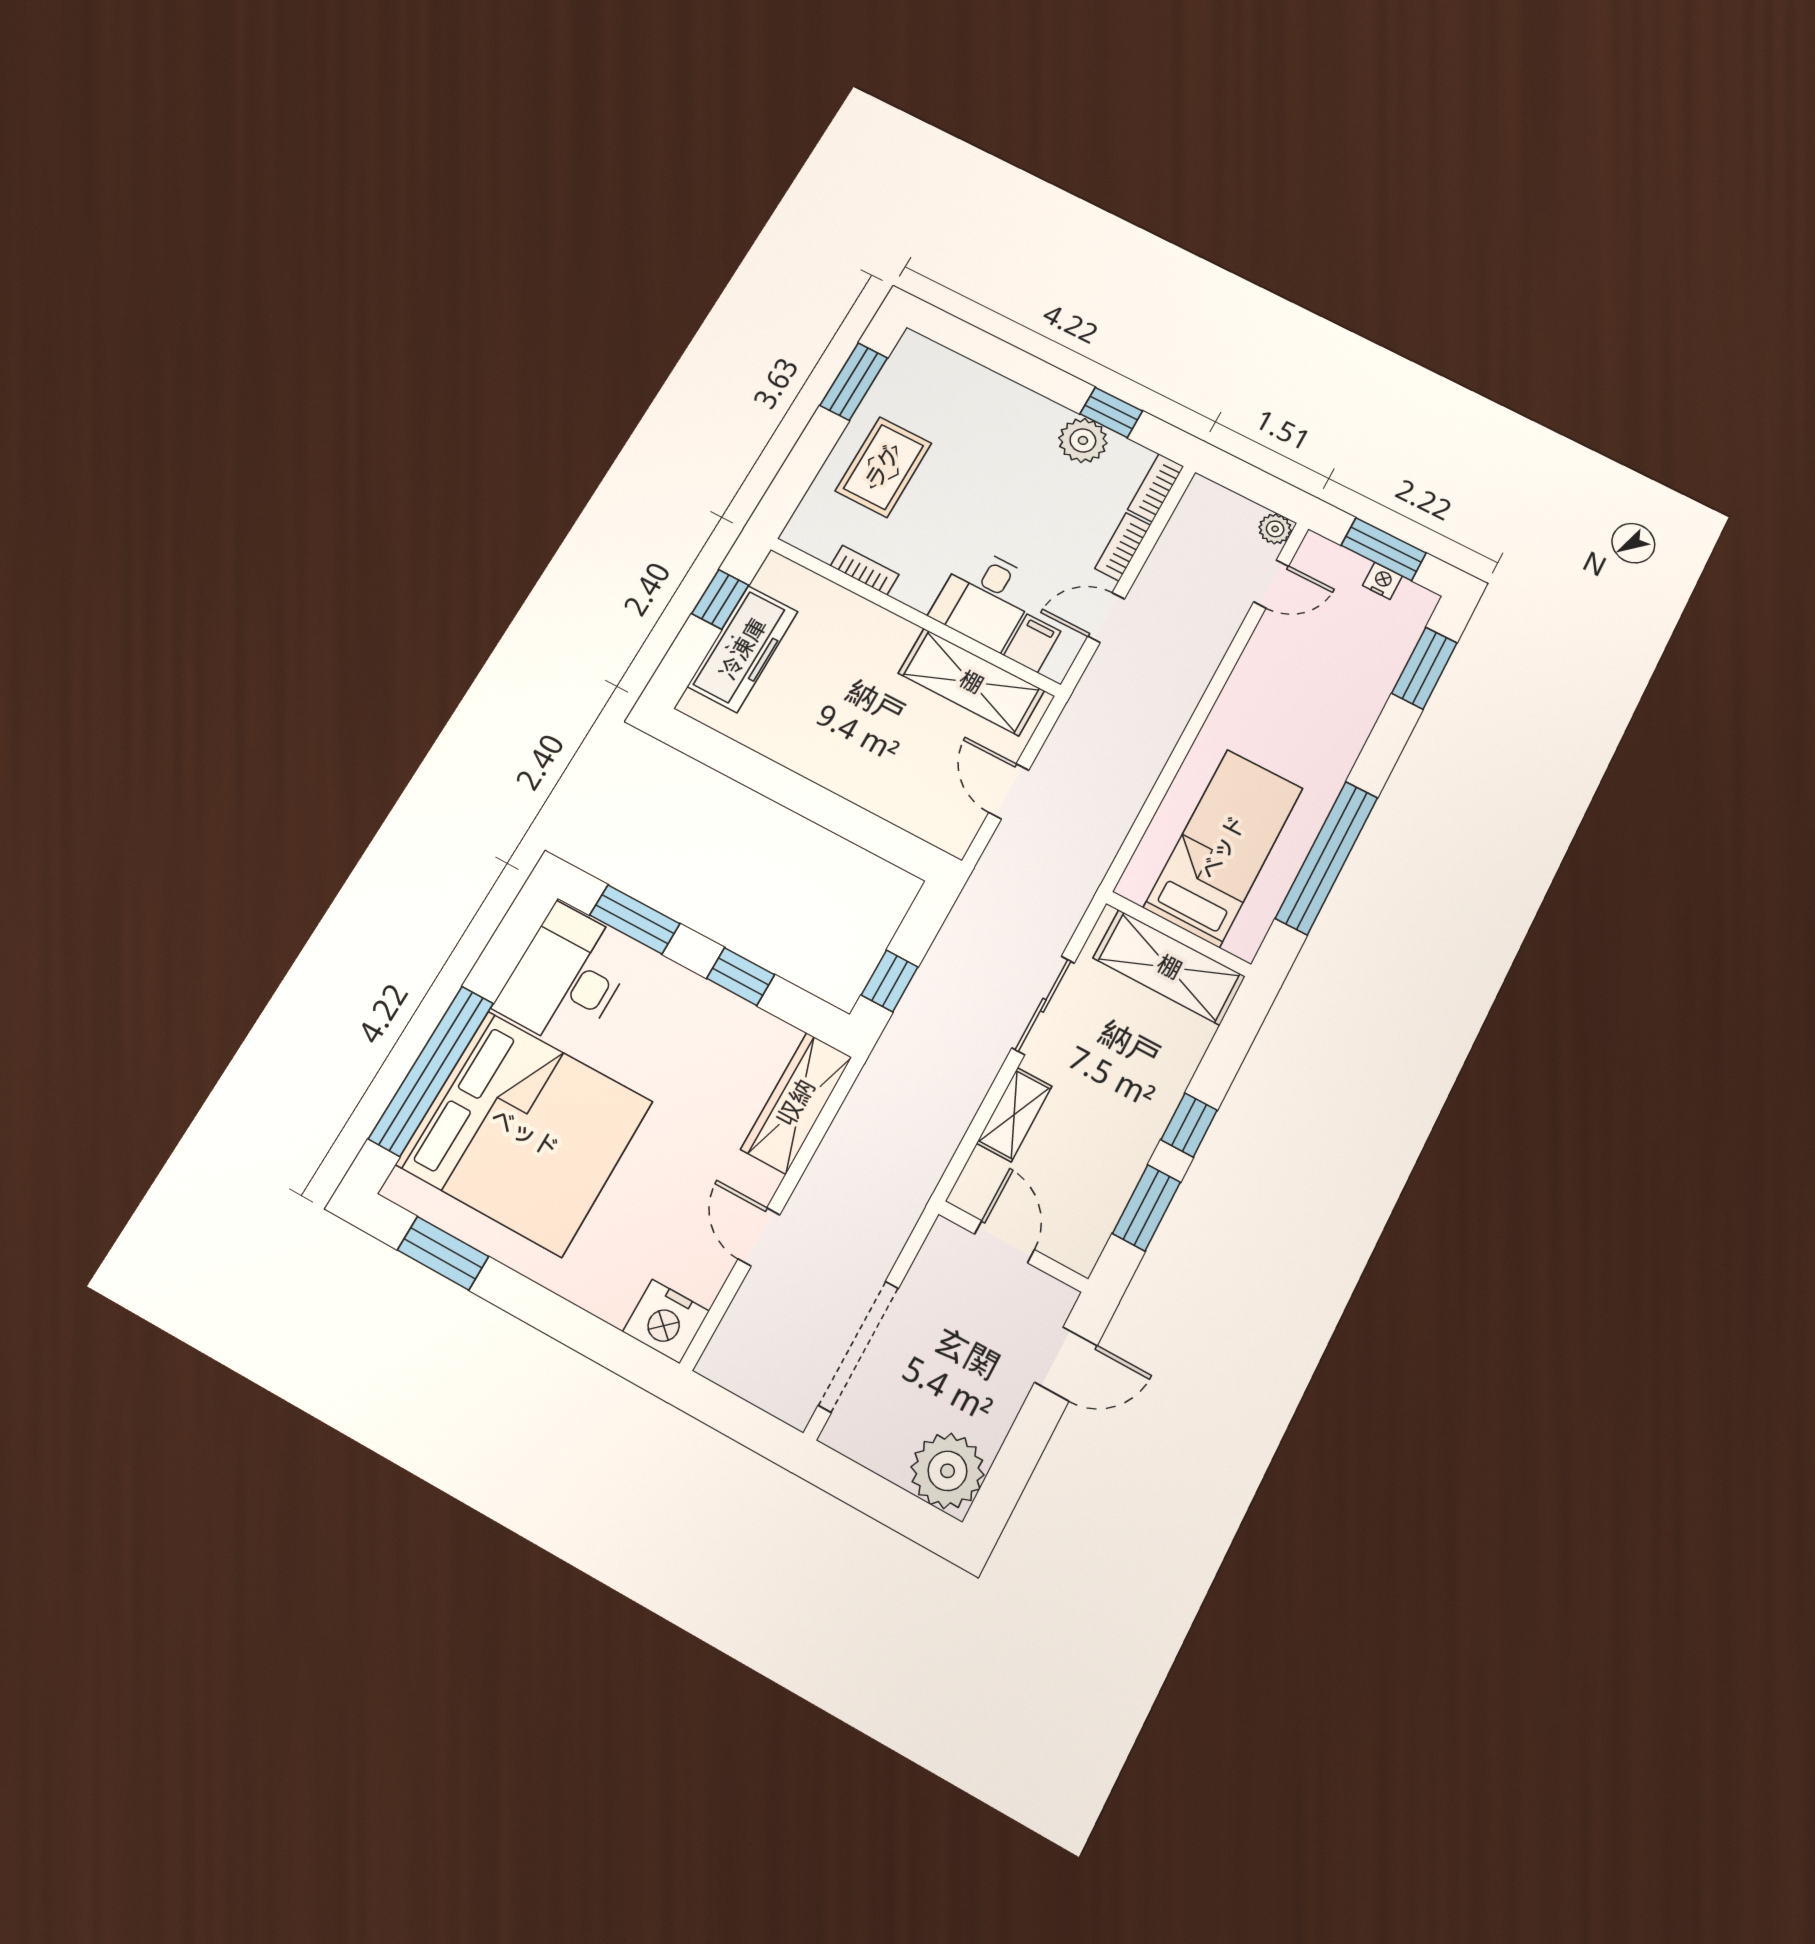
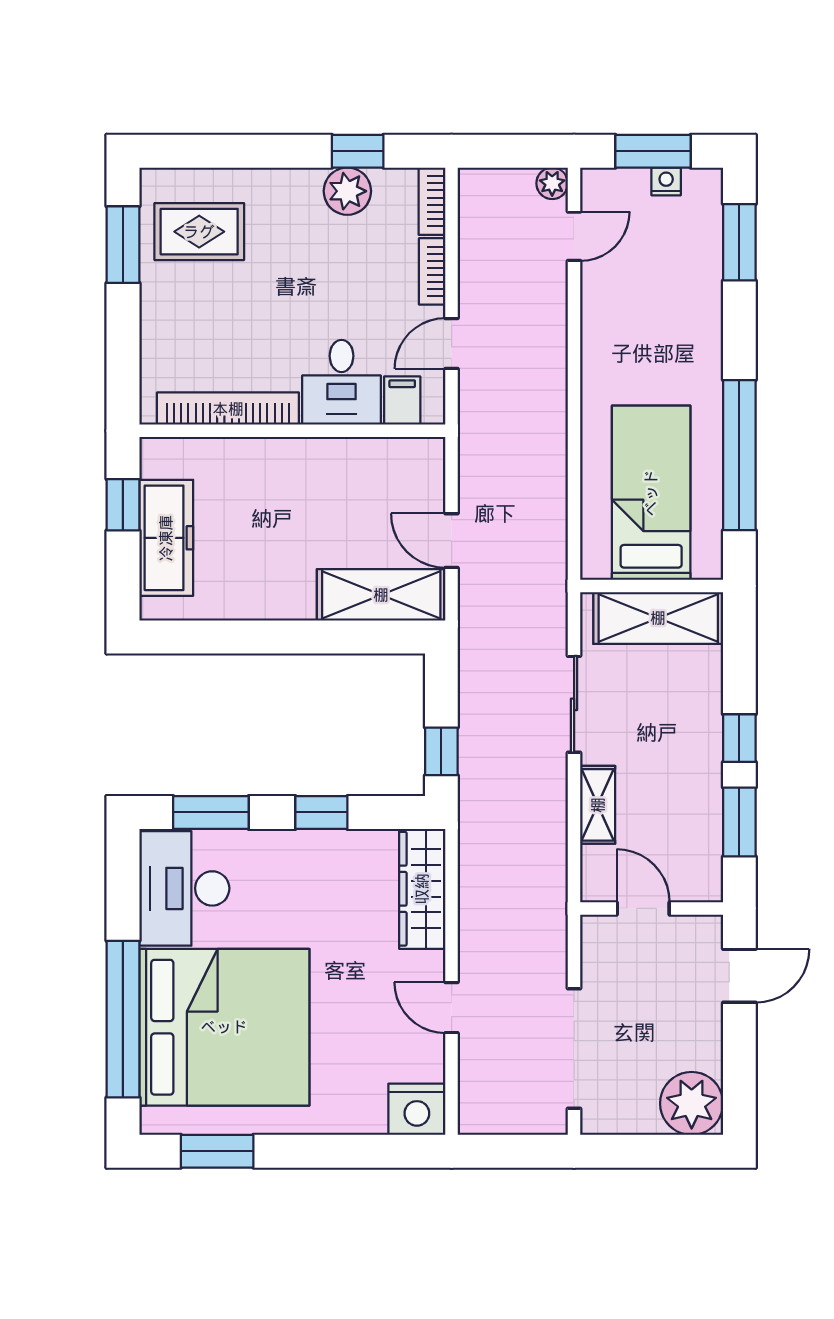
rug: (883, 467) -> (199, 232), moved, turned 90
bookcase: (865, 570) -> (228, 409), width x2.31, depth x1.31
shelving: (971, 682) -> (381, 595), moved

